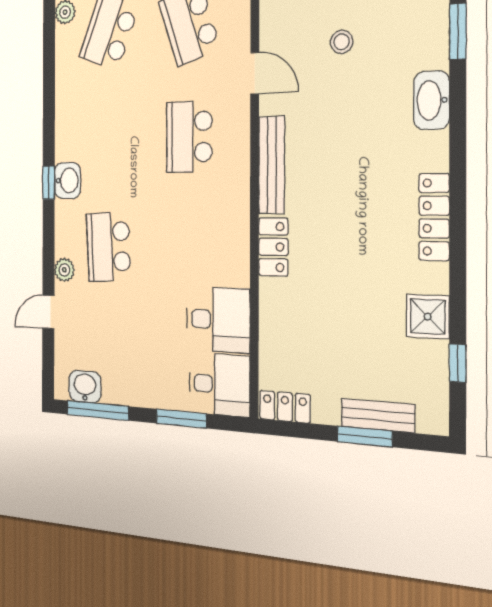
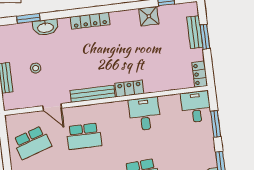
door: (255, 73) -> (52, 107), swing flipped
washbasin: (431, 100) -> (45, 27), moved
locker: (434, 217) -> (90, 21), moved
desk: (218, 320) -> (145, 114), moved

